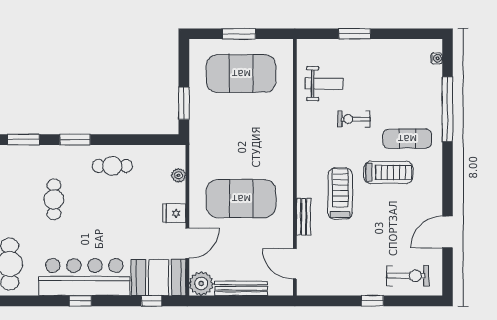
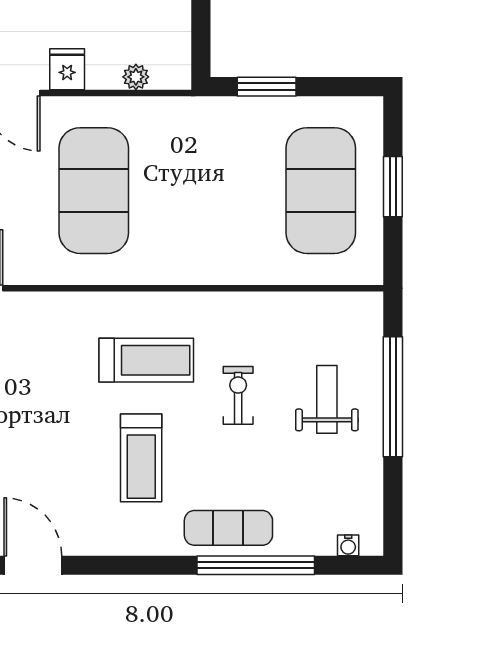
window: (355, 34) -> (393, 397), width x2.11
weight bench: (324, 84) -> (327, 399), moved, turned 180
exercise mat: (407, 139) -> (228, 528), moved, turned 90
treadmill: (340, 194) -> (146, 360), moved
bench: (304, 217) -> (61, 304), removed

